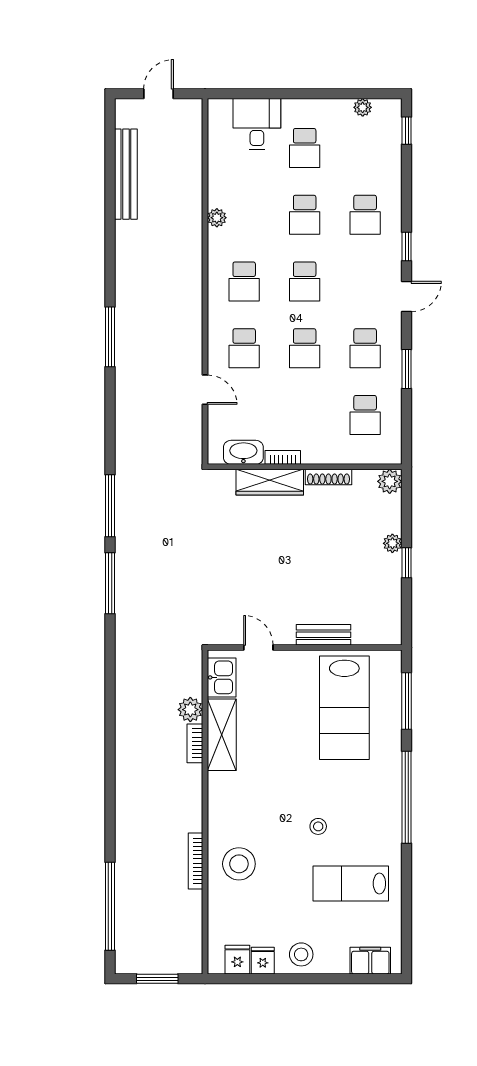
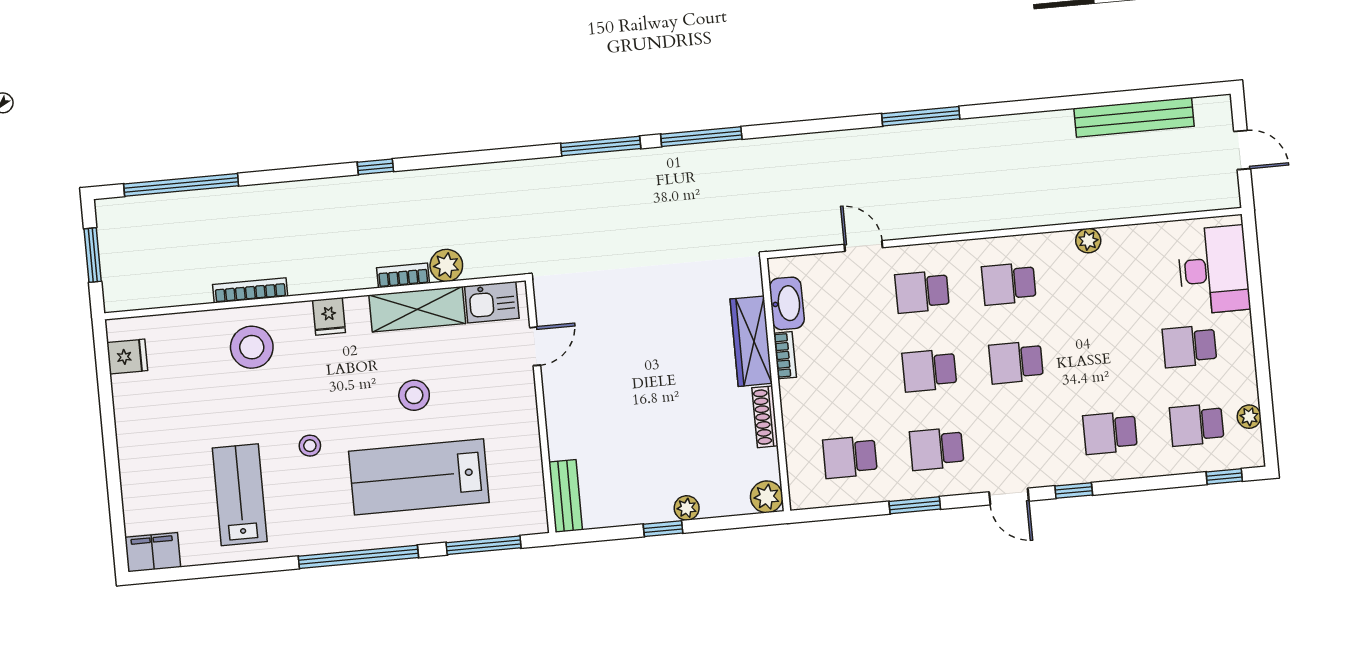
desk: (257, 124) -> (1214, 270), width x1.37
school desk: (305, 215) -> (1197, 425), moved
door: (205, 390) -> (863, 246), swing flipped
bench: (323, 635) -> (566, 496), moved
lab bench: (344, 708) -> (419, 477), moved
window: (110, 757) -> (375, 167), added
stool: (301, 954) -> (414, 395), moved
fridge: (263, 961) -> (329, 316), moved, turned 90
filing cabinet: (370, 961) -> (153, 552), moved, turned -90

